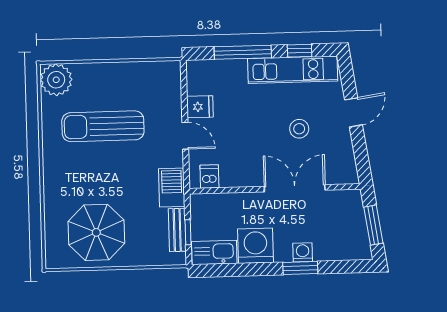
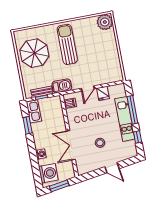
kitchen unit: (293, 70) -> (125, 119), moved
sun lounger: (103, 126) -> (67, 44), moved
double door: (295, 188) -> (71, 145), swing flipped
washing machine: (255, 246) -> (48, 173), moved
window: (300, 268) -> (28, 125), moved

